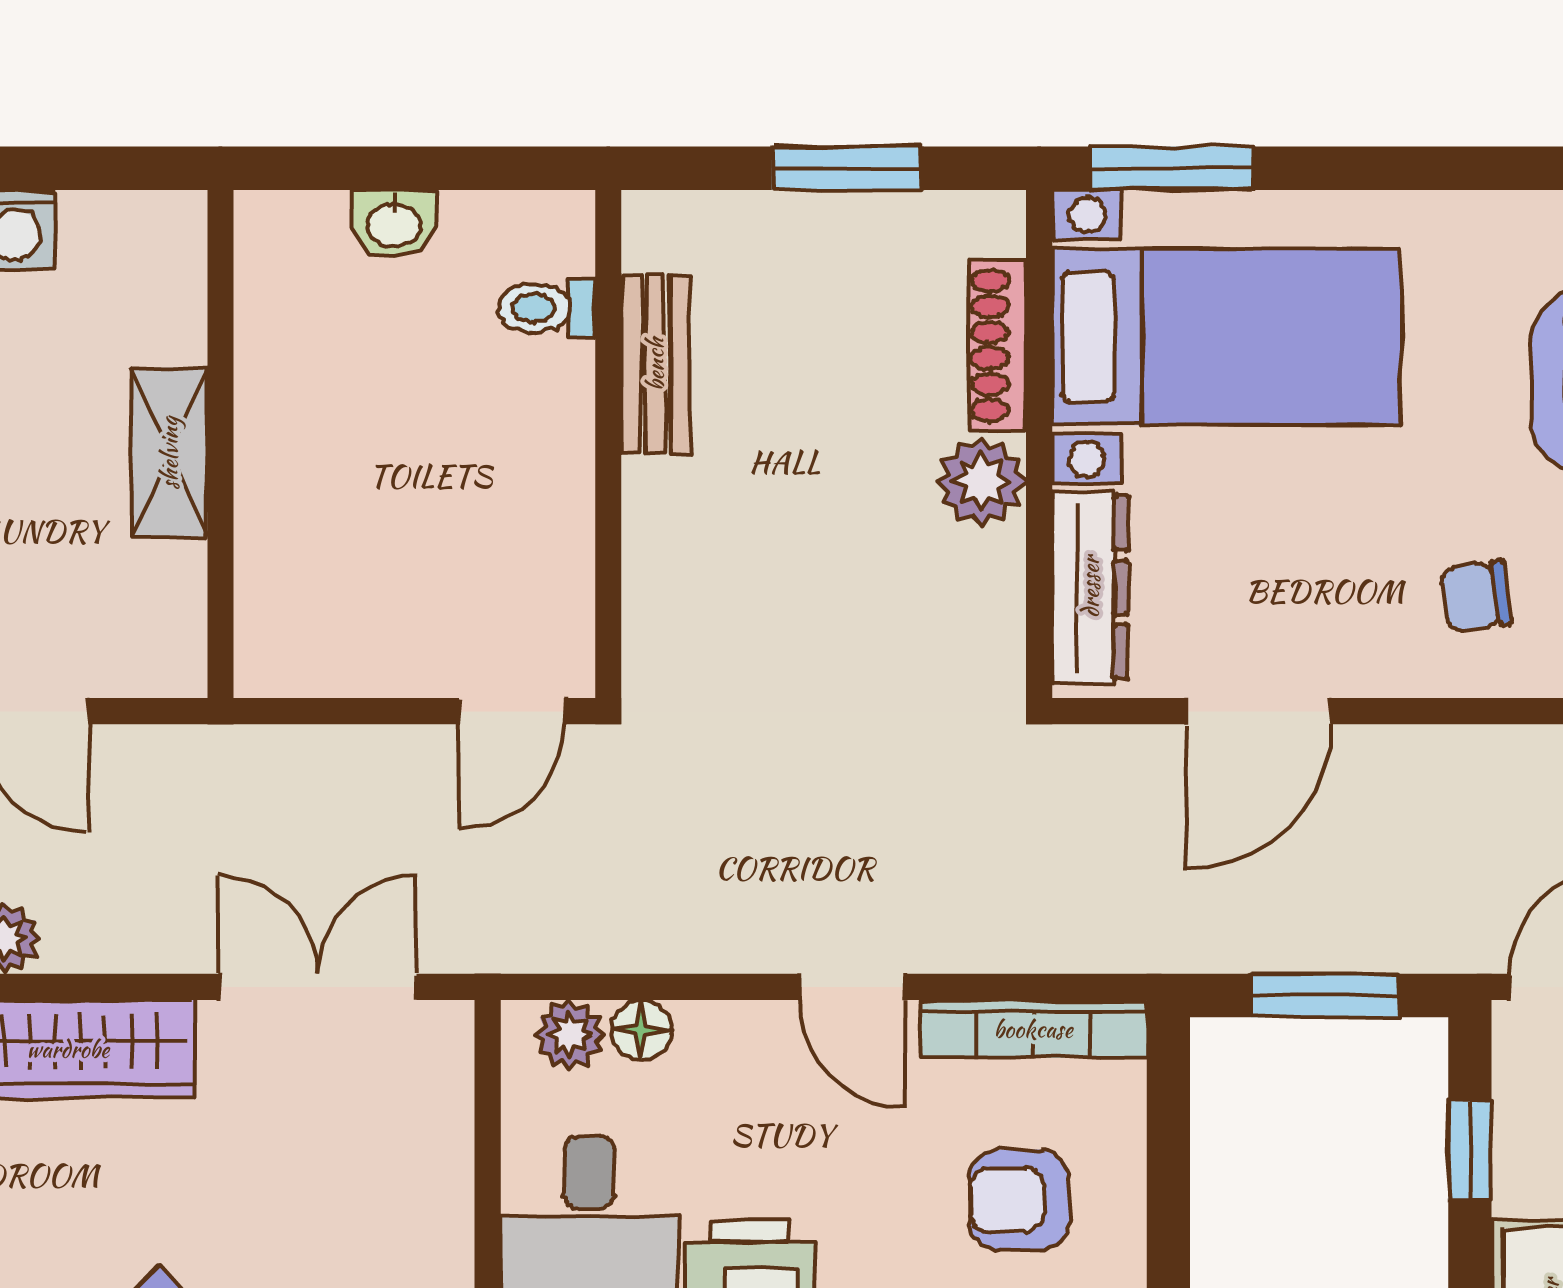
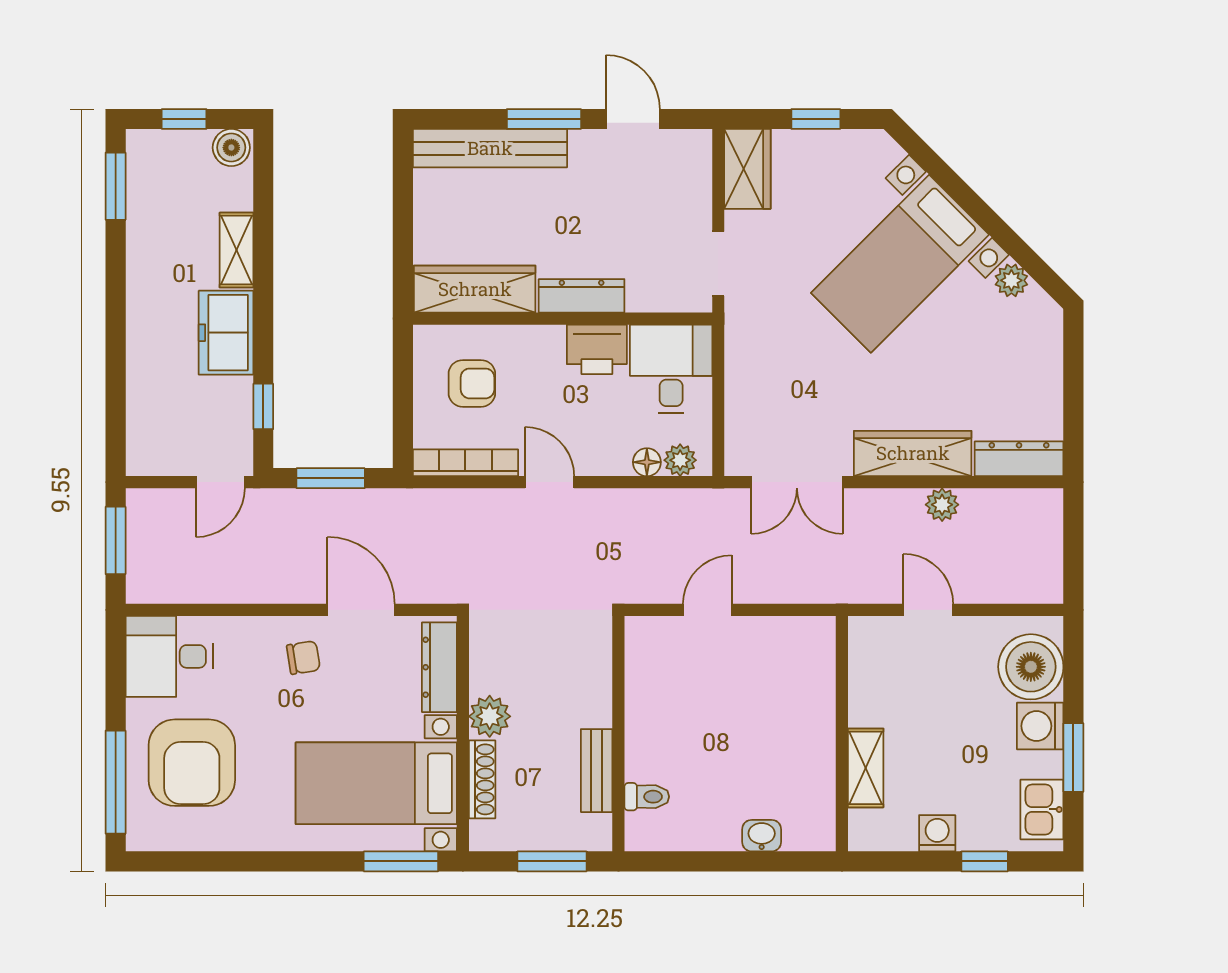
toilet: (547, 308) -> (647, 797), moved
bench: (655, 364) -> (597, 771), moved
wall: (608, 444) -> (618, 734), moved
shelving: (169, 453) -> (866, 768), moved
chair: (1476, 596) -> (303, 658), moved
door: (1259, 711) -> (361, 610), hinge flipped

